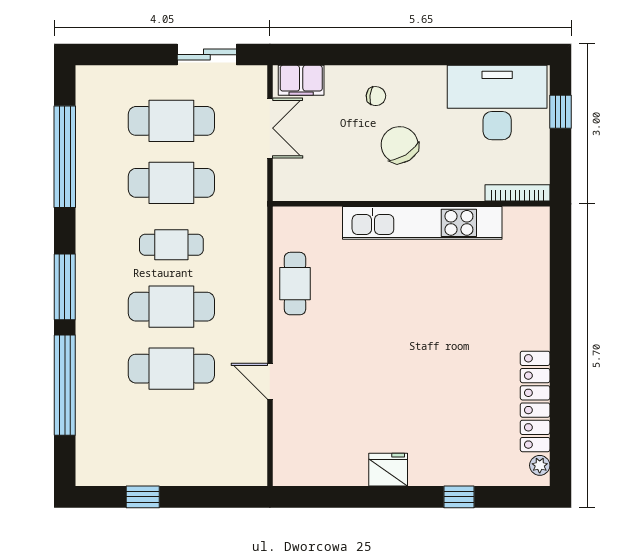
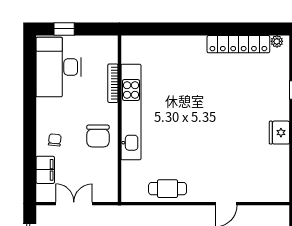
filing cabinet: (301, 80) -> (45, 170), moved
chair: (400, 145) -> (98, 136), moved, turned -58
bookcase: (517, 193) -> (113, 83), moved

